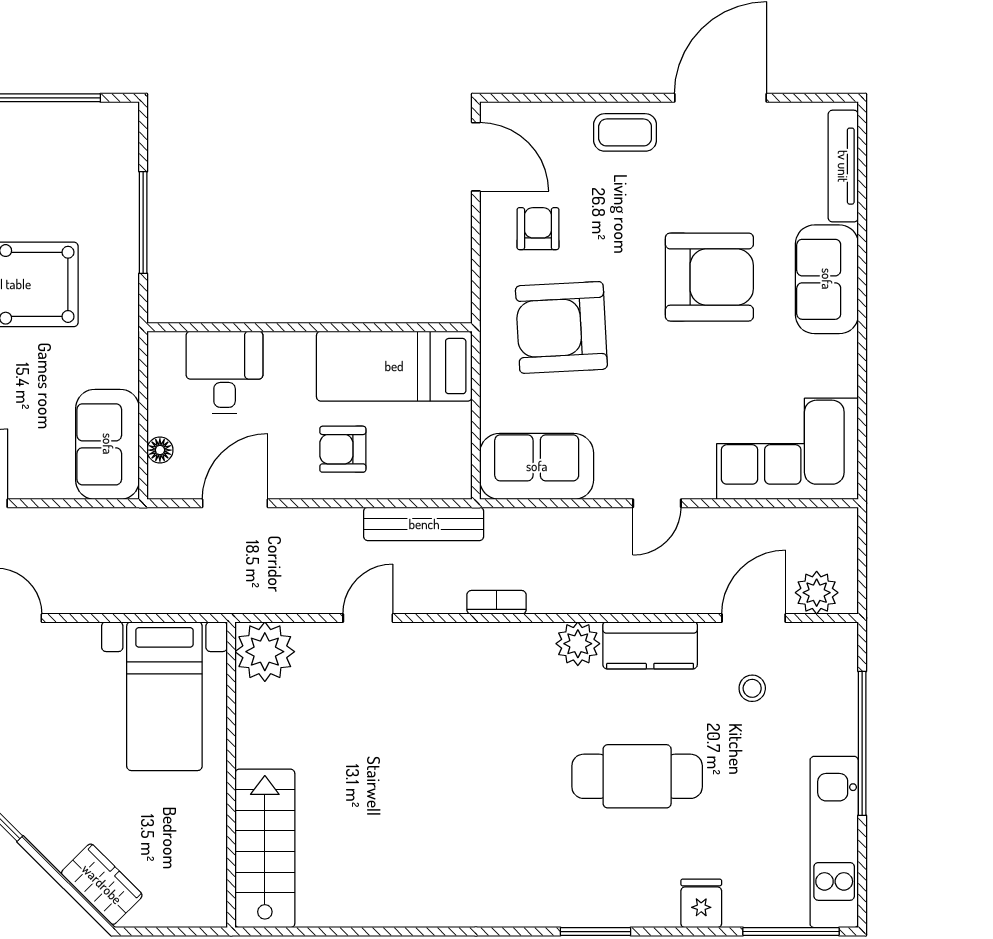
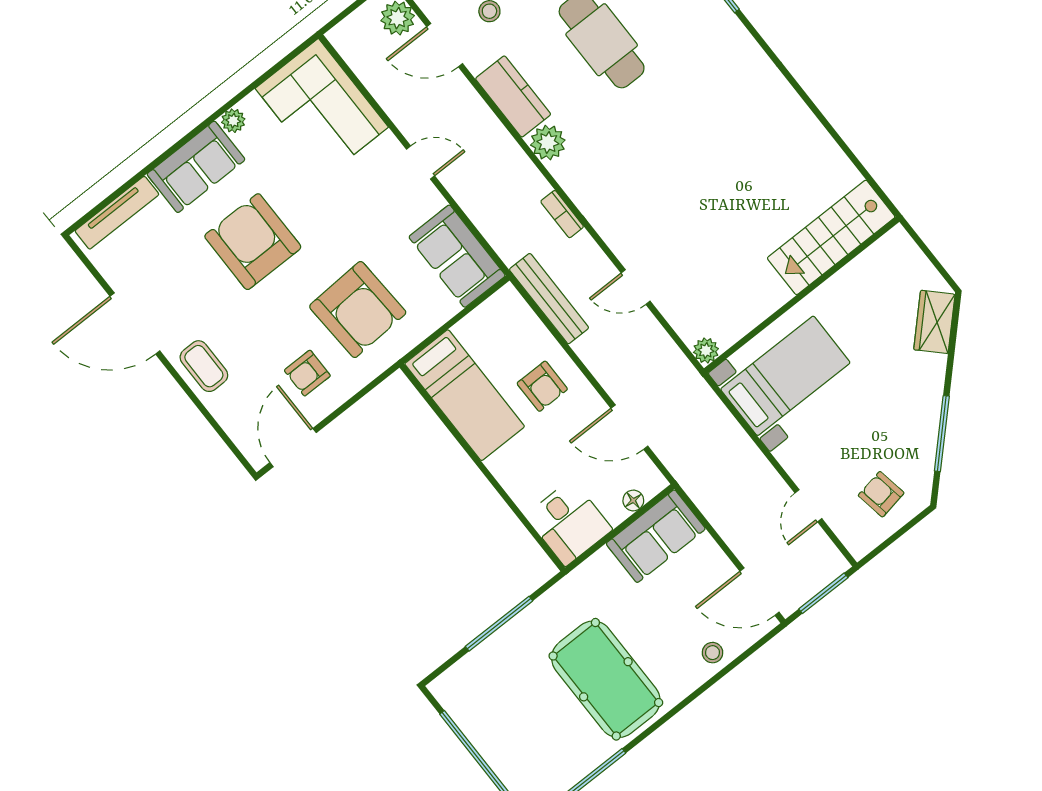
plant: (843, 352) -> (233, 121), added
desk: (225, 373) -> (569, 522), moved, turned -90
plant: (265, 652) -> (706, 351), width x0.53, depth x0.53

